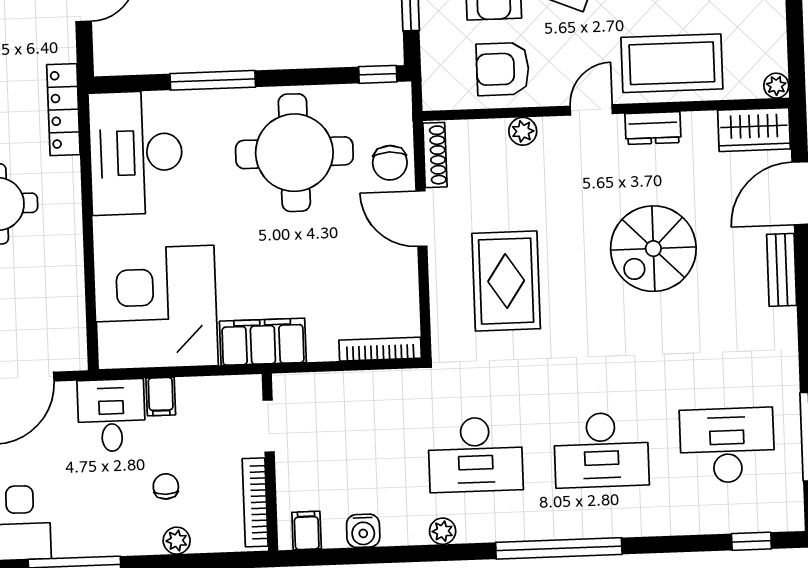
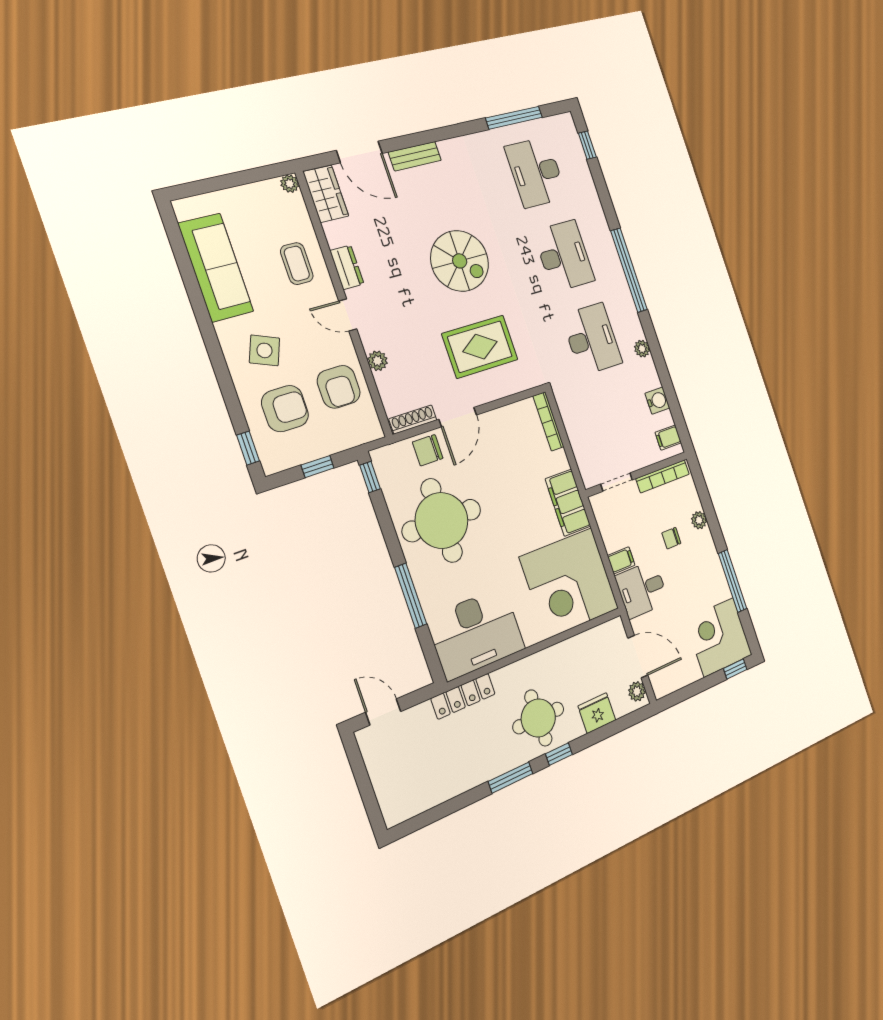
coffee table: (672, 63) -> (297, 264), width x0.54, depth x0.58
chair: (390, 163) -> (428, 450), turned 180
spiral stairs: (653, 249) -> (460, 261), moved

